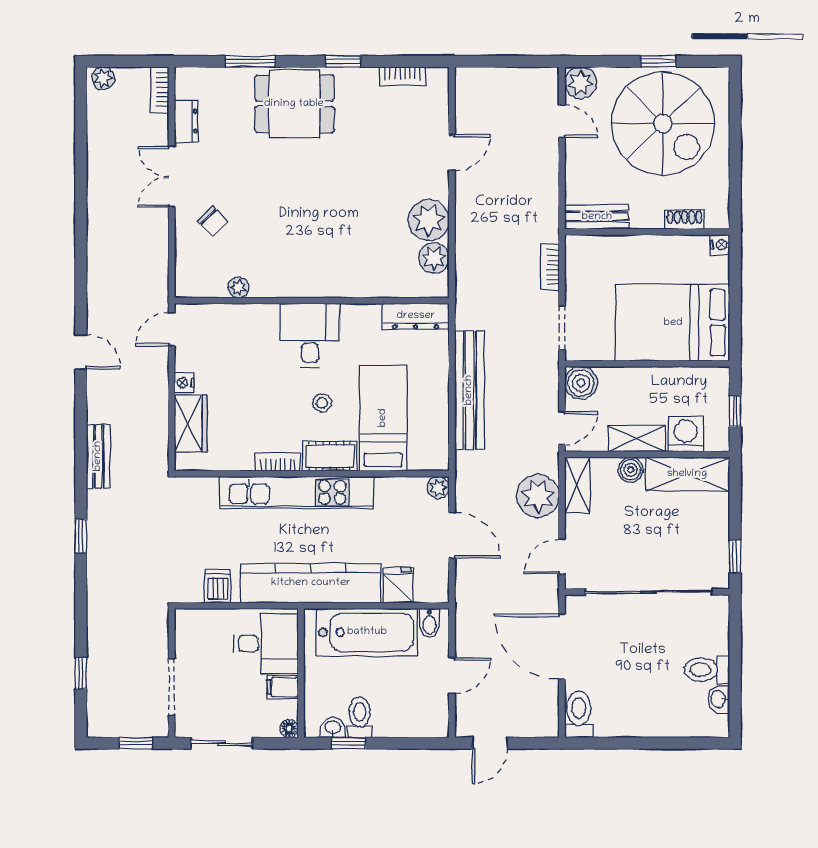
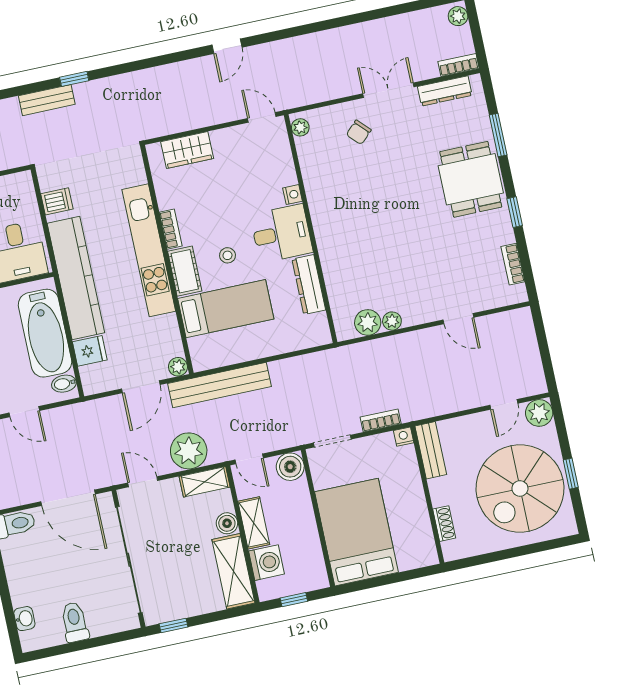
dresser: (186, 121) -> (445, 91), width x1.44
plant: (429, 220) -> (392, 321), width x0.53, depth x0.53
nightstand: (720, 245) -> (404, 437), moved, turned 180
plant: (238, 287) -> (300, 127), moved
dresser: (416, 316) -> (309, 285), moved
nightstand: (184, 383) -> (293, 195), moved, turned 90
bench: (469, 390) -> (220, 385), moved
bench: (98, 456) -> (47, 100), moved
door: (562, 647) -> (68, 498), swing flipped
washbasin: (719, 699) -> (24, 619), moved, turned 90

